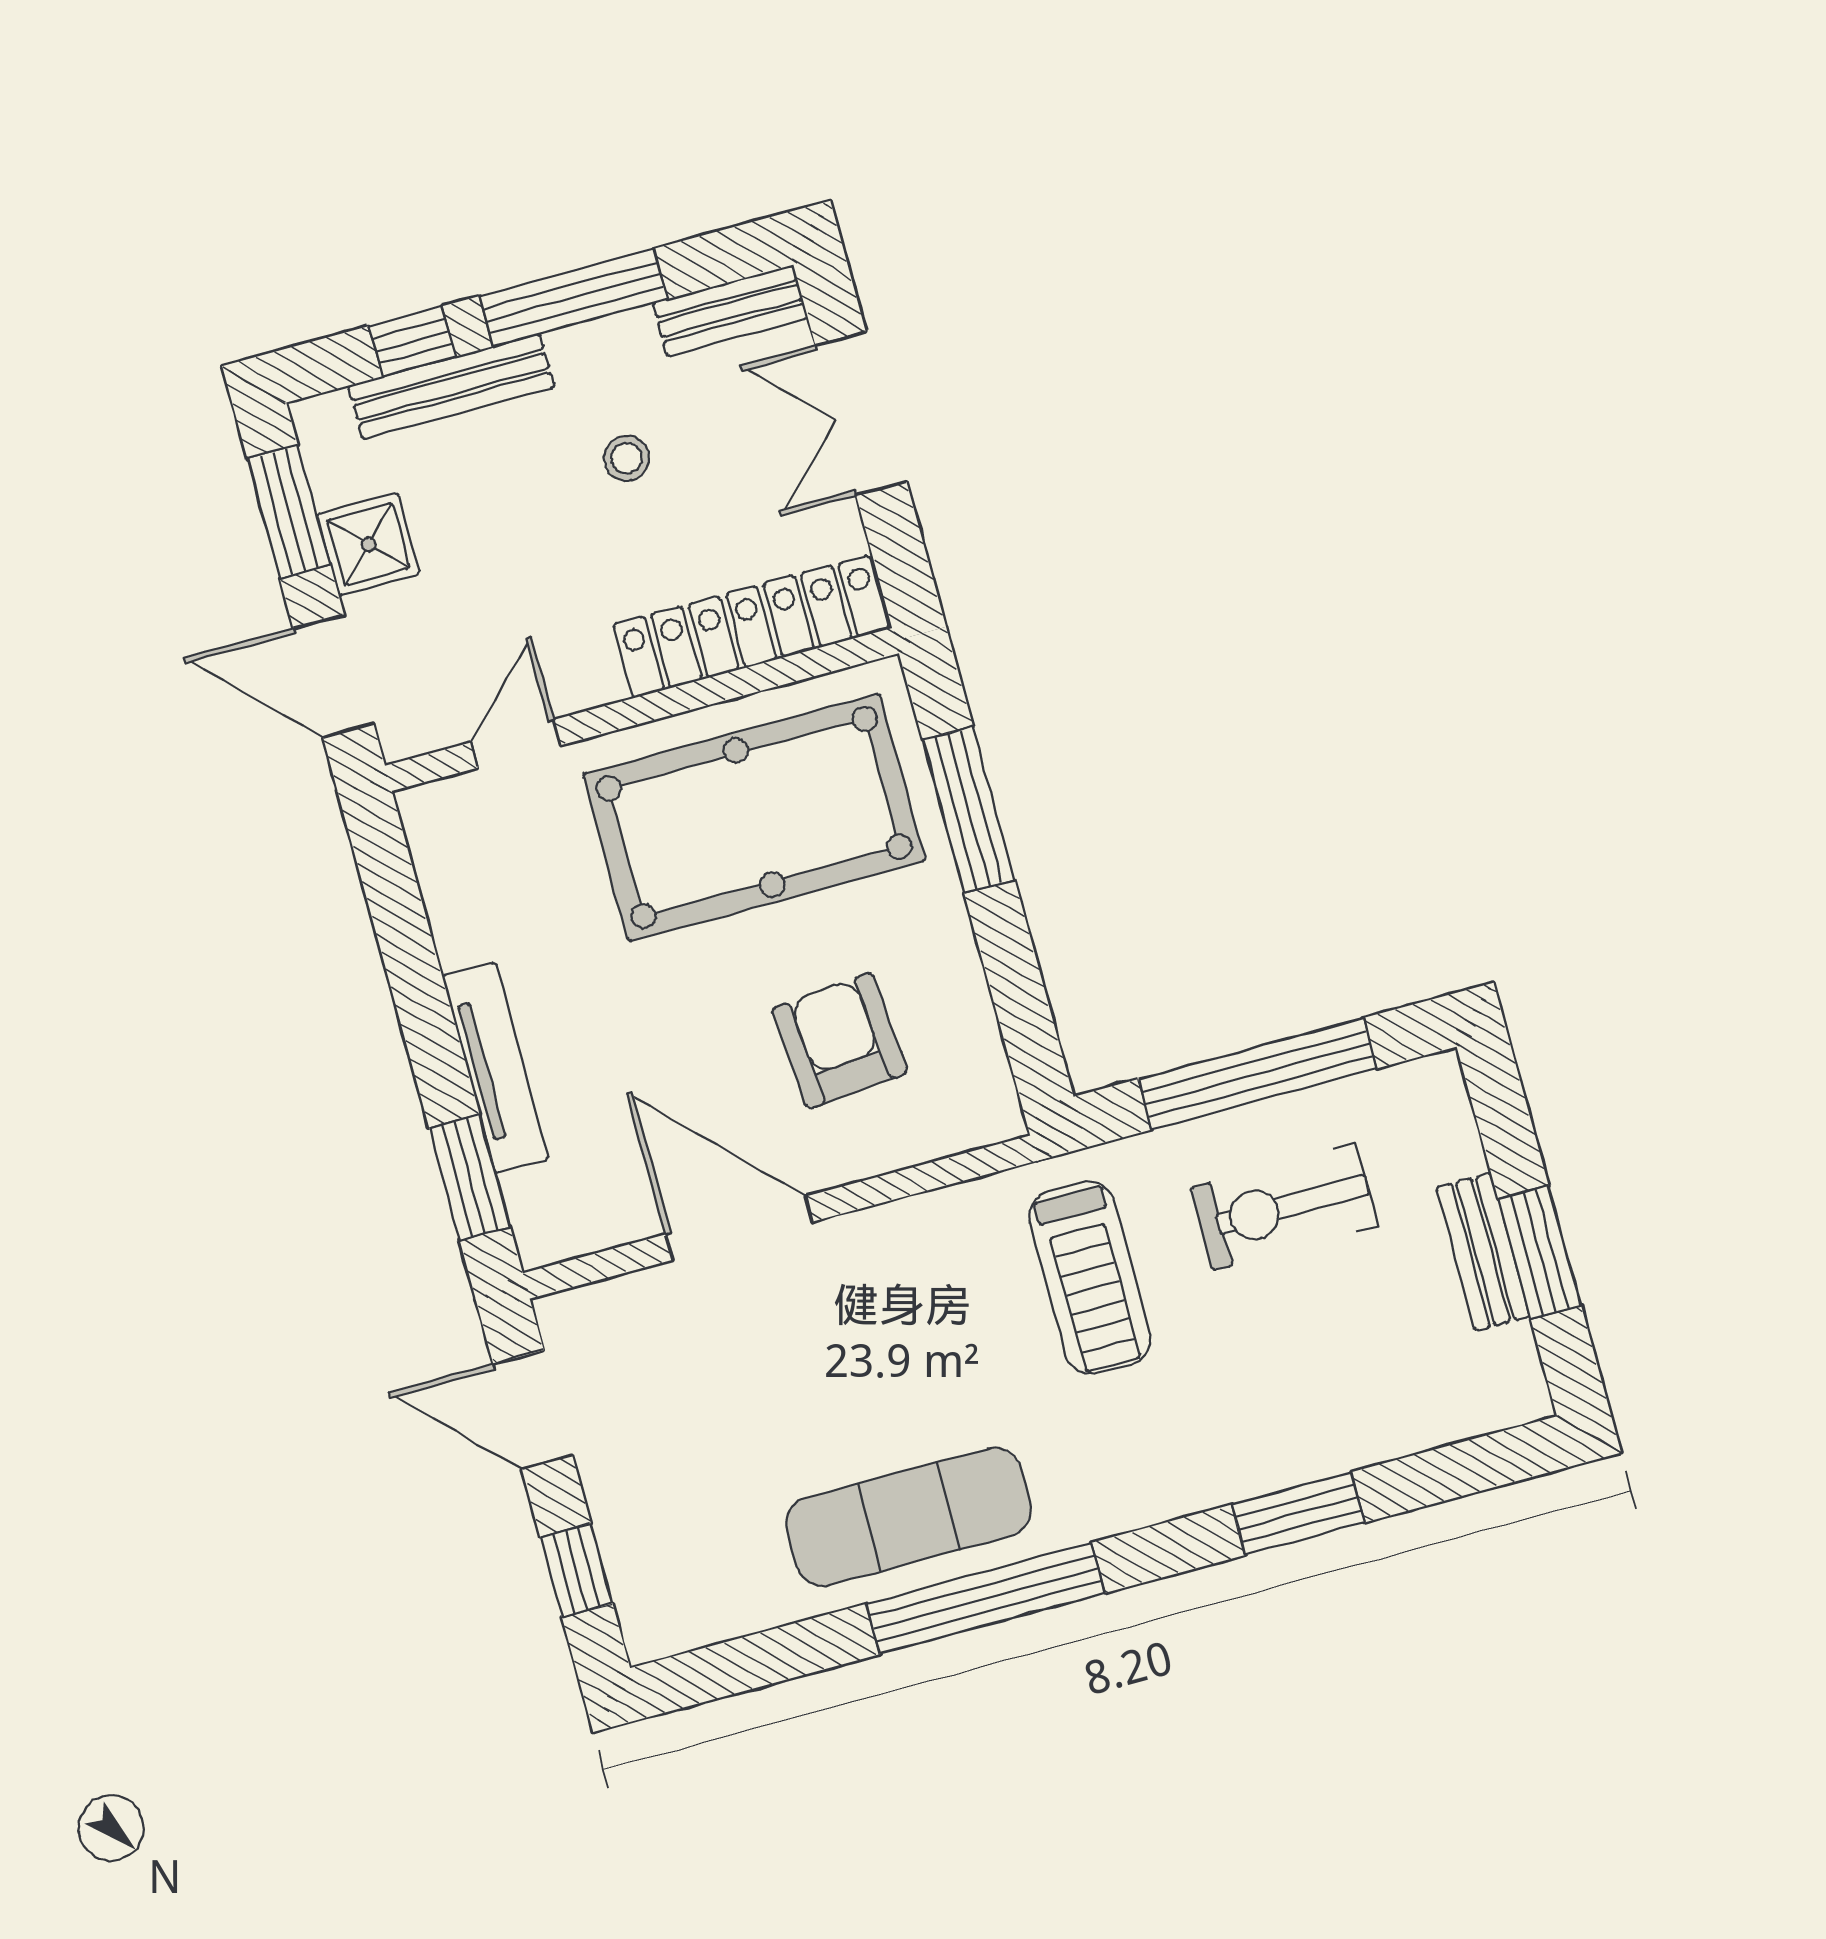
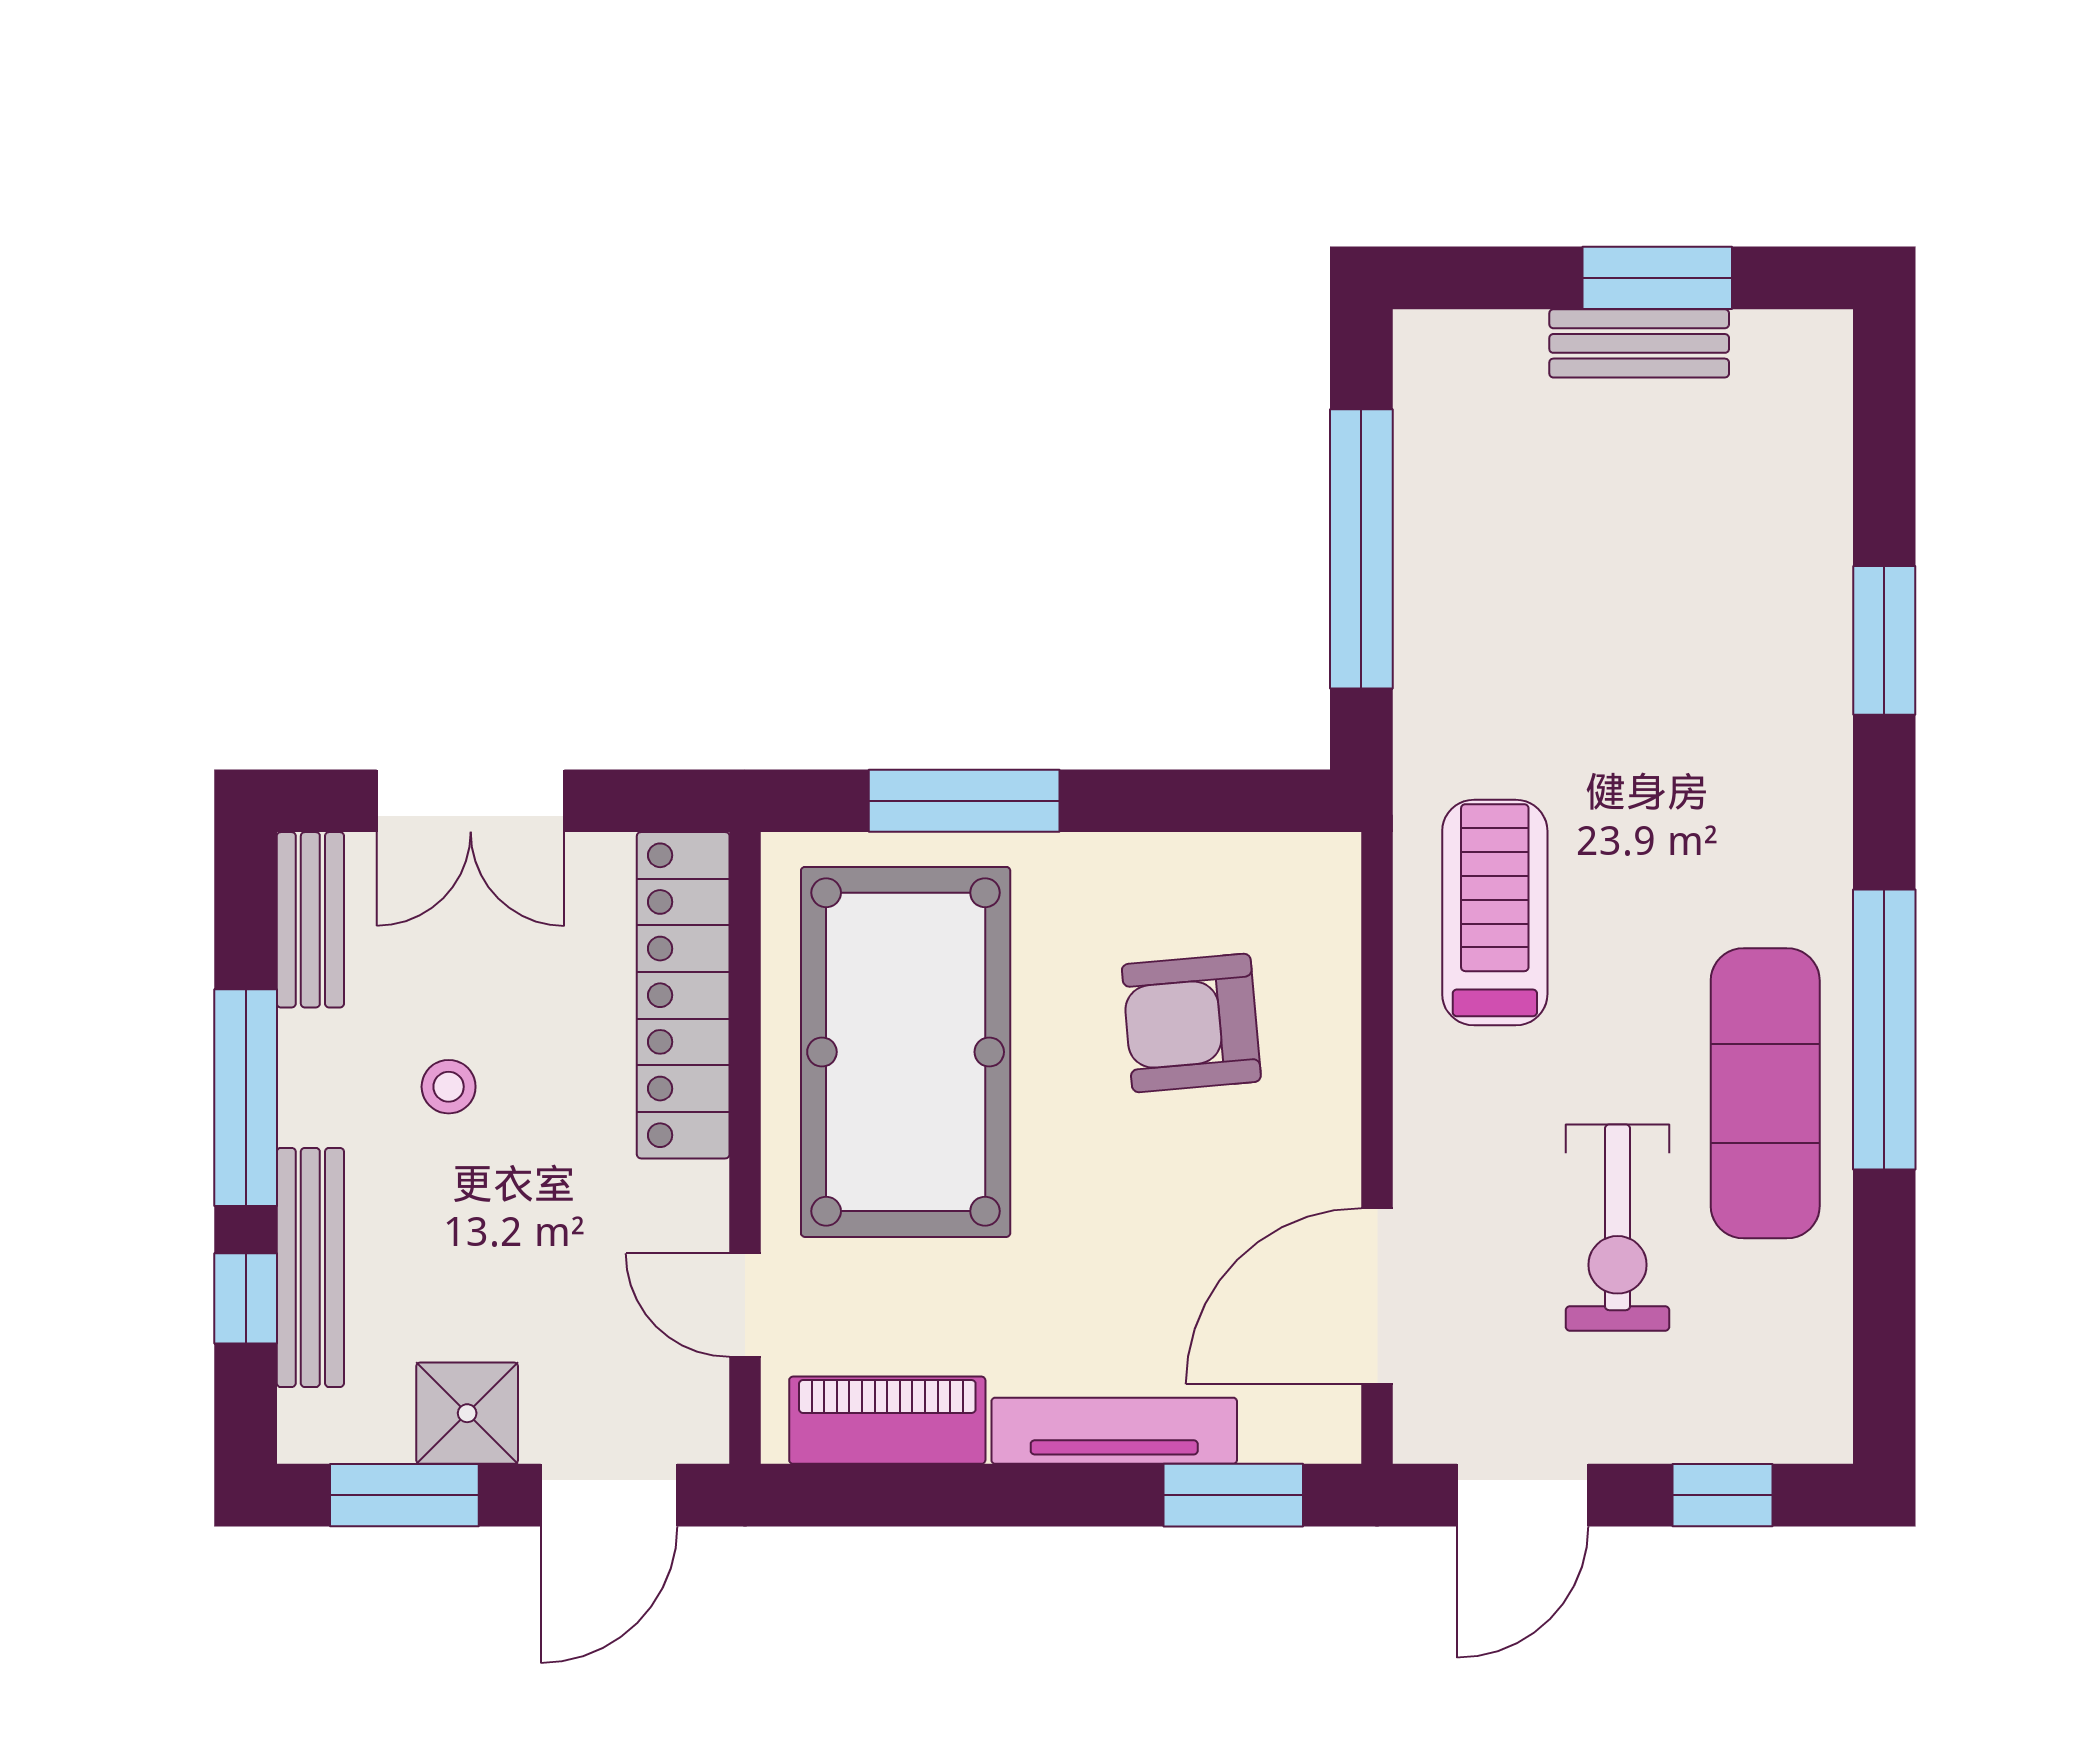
piano: (454, 883) -> (887, 1420), added
exercise bike: (1284, 1207) -> (1617, 1228), moved
door: (739, 1228) -> (1377, 1296), moved
treadmill: (1090, 1278) -> (1495, 913), moved, turned -90

